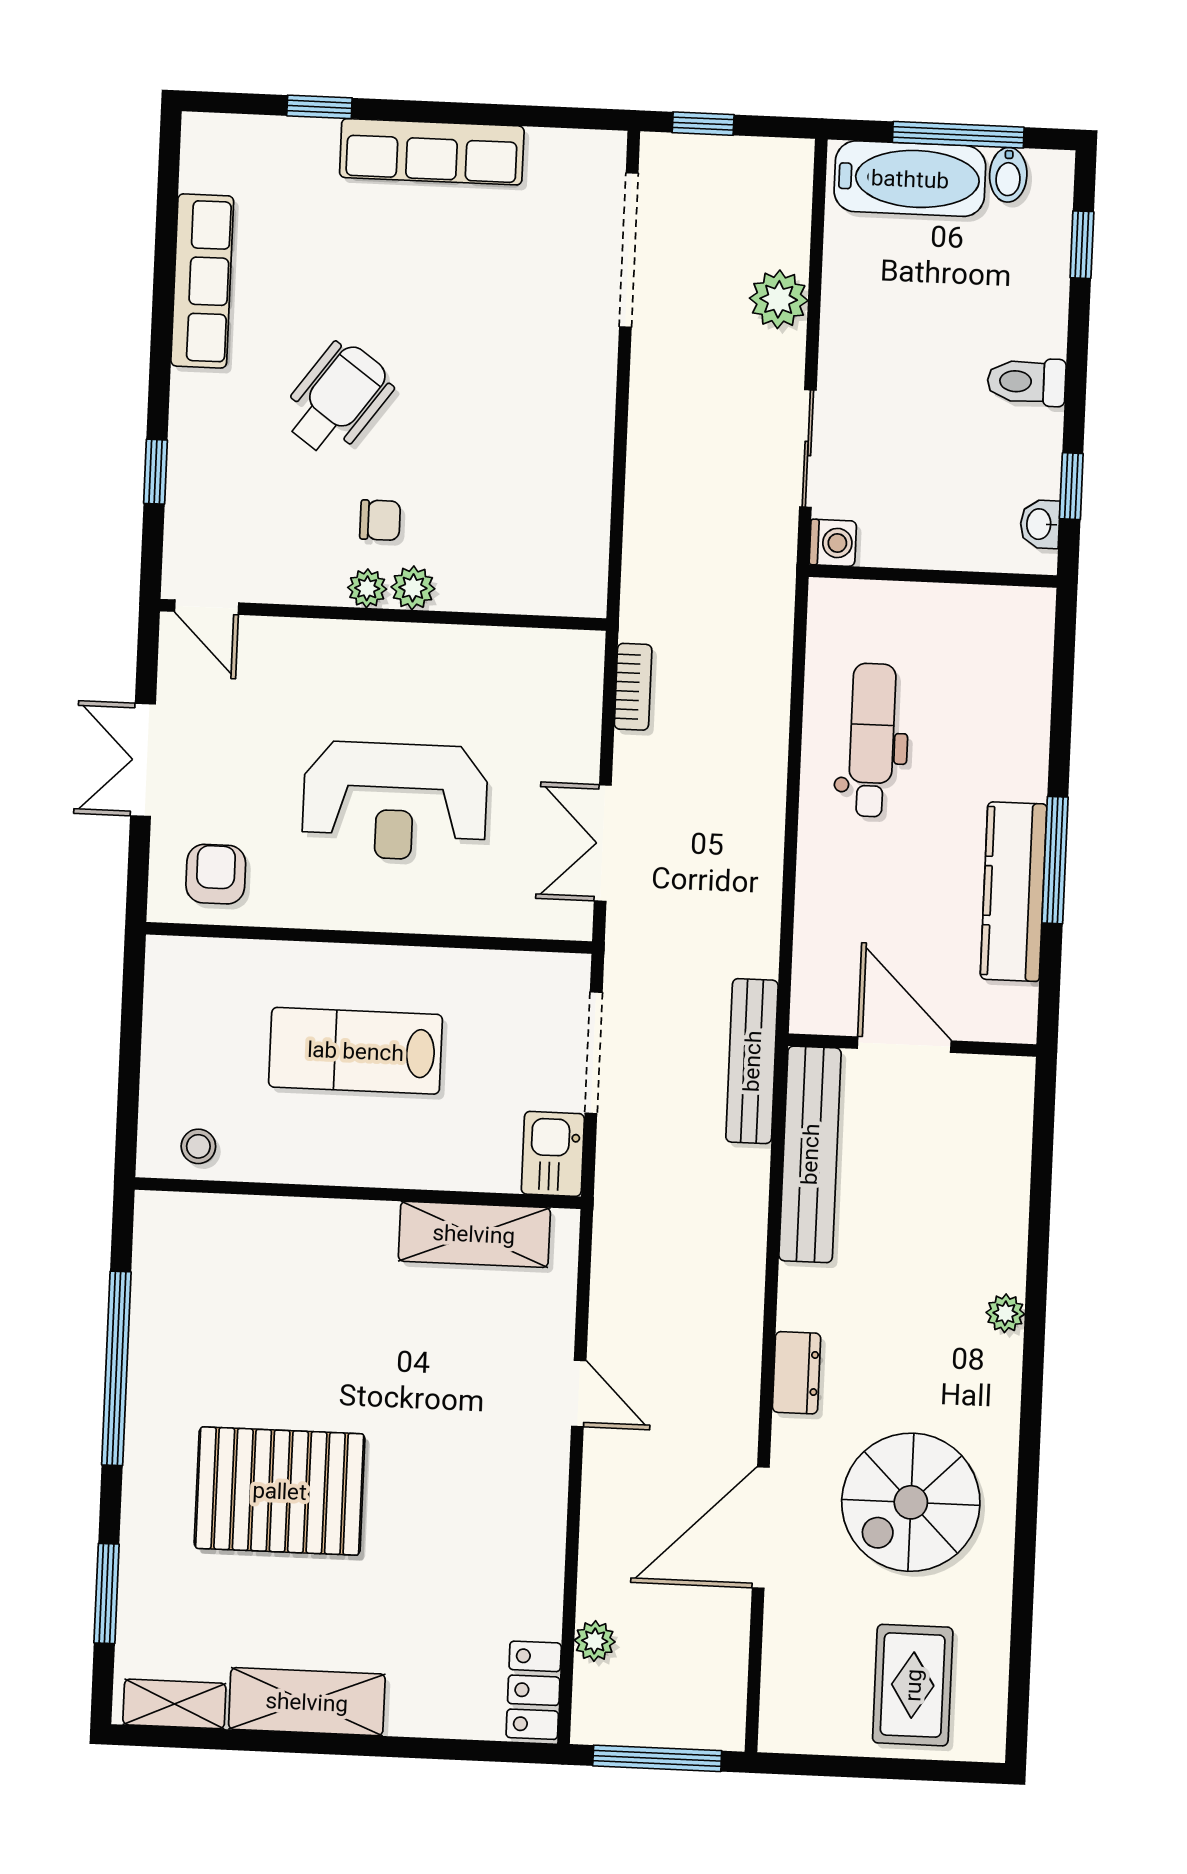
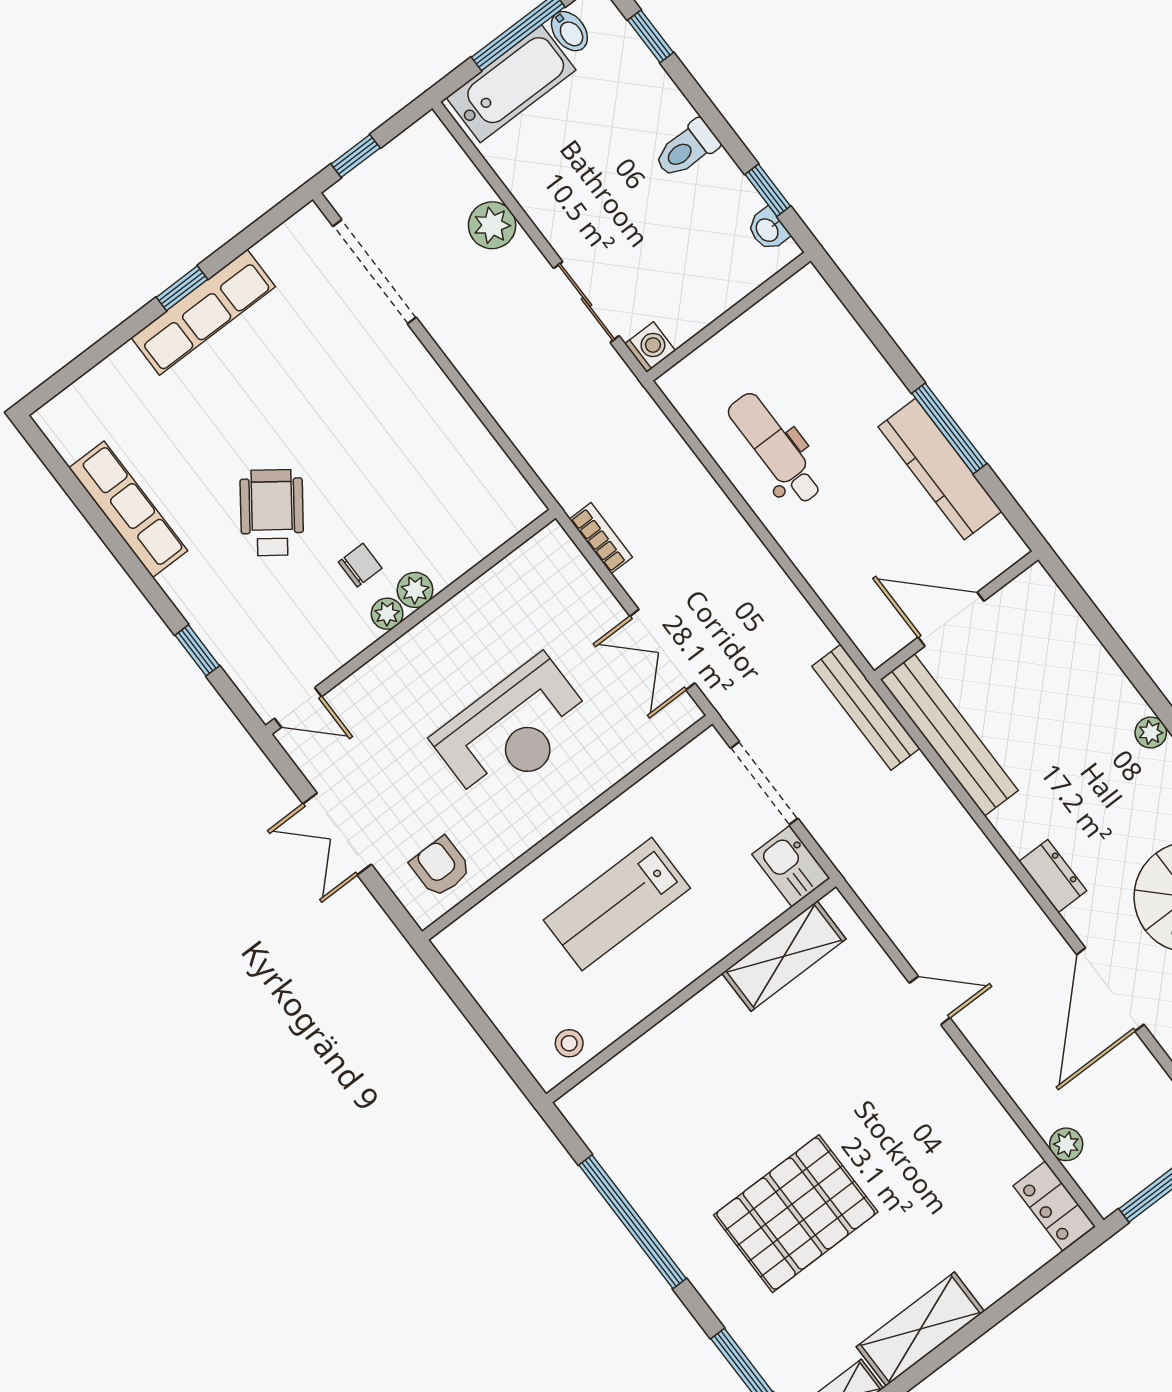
window: (319, 107) -> (182, 288), moved

